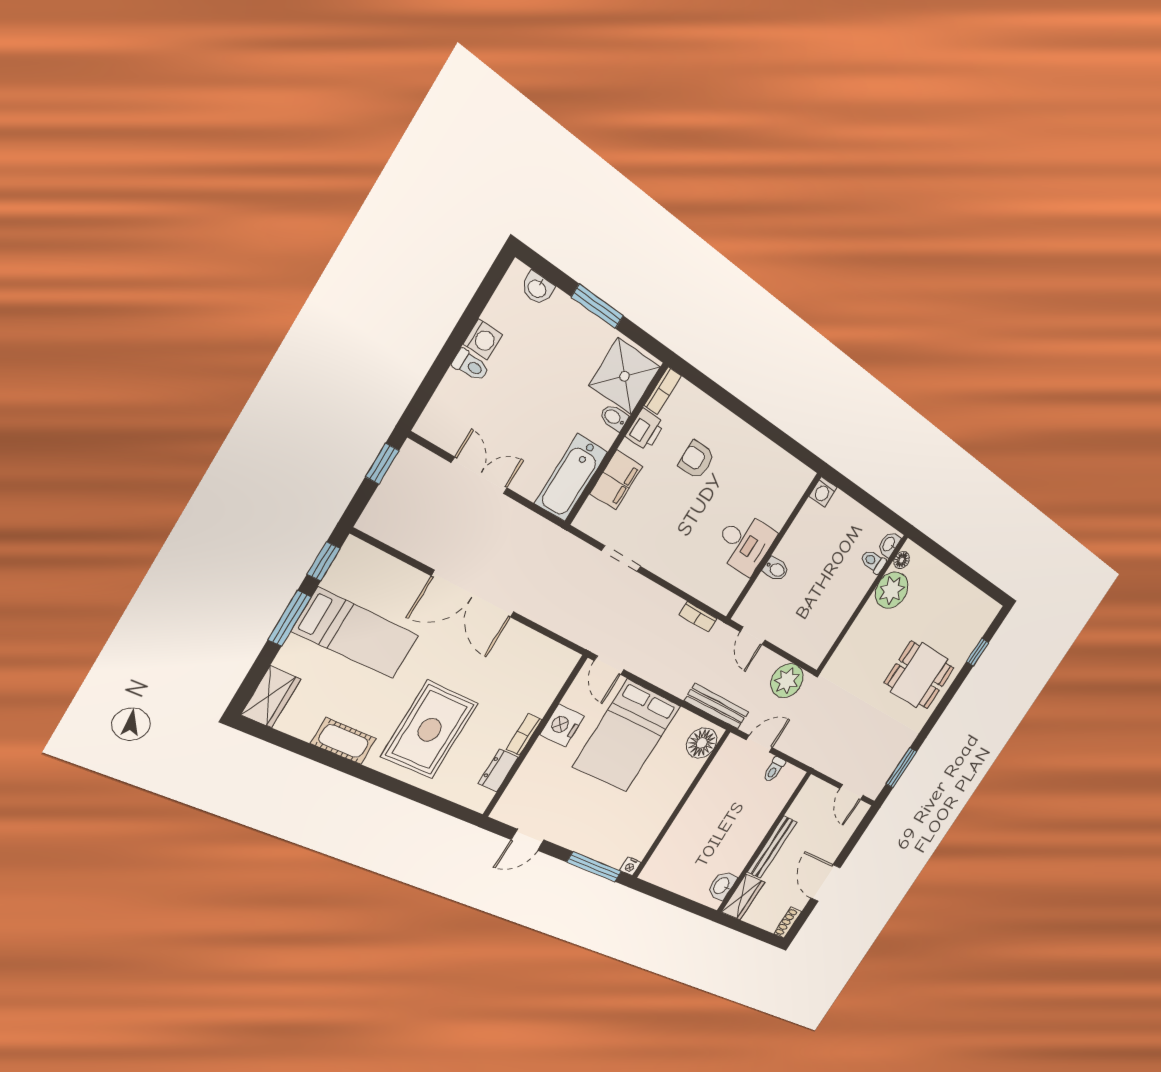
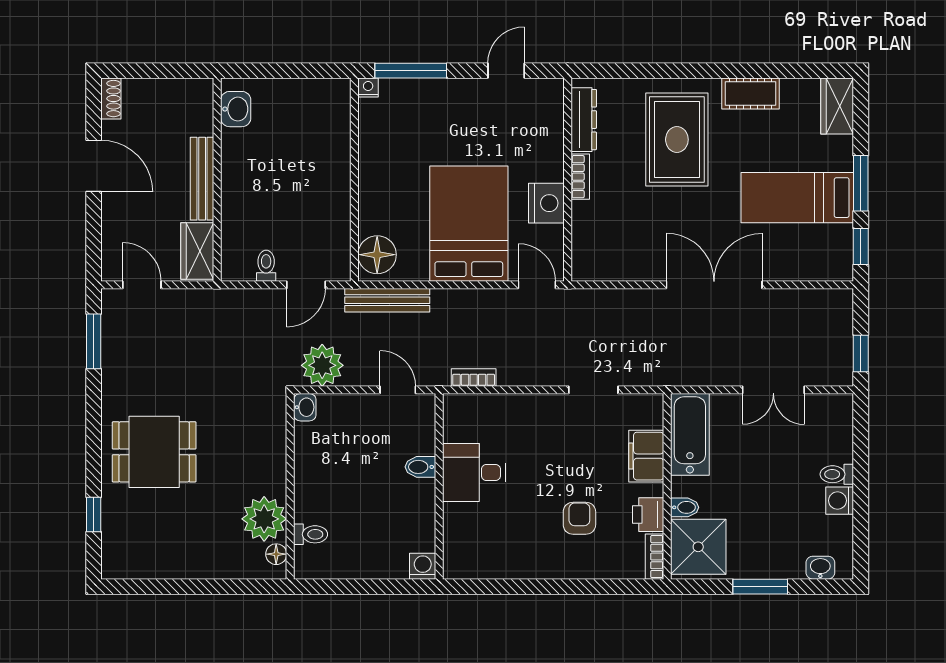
armchair: (697, 460) -> (579, 518), turned -90
washbasin: (889, 544) -> (305, 407), moved
dresser: (498, 770) -> (584, 120), width x1.44
wardrobe: (743, 897) -> (197, 251), moved

